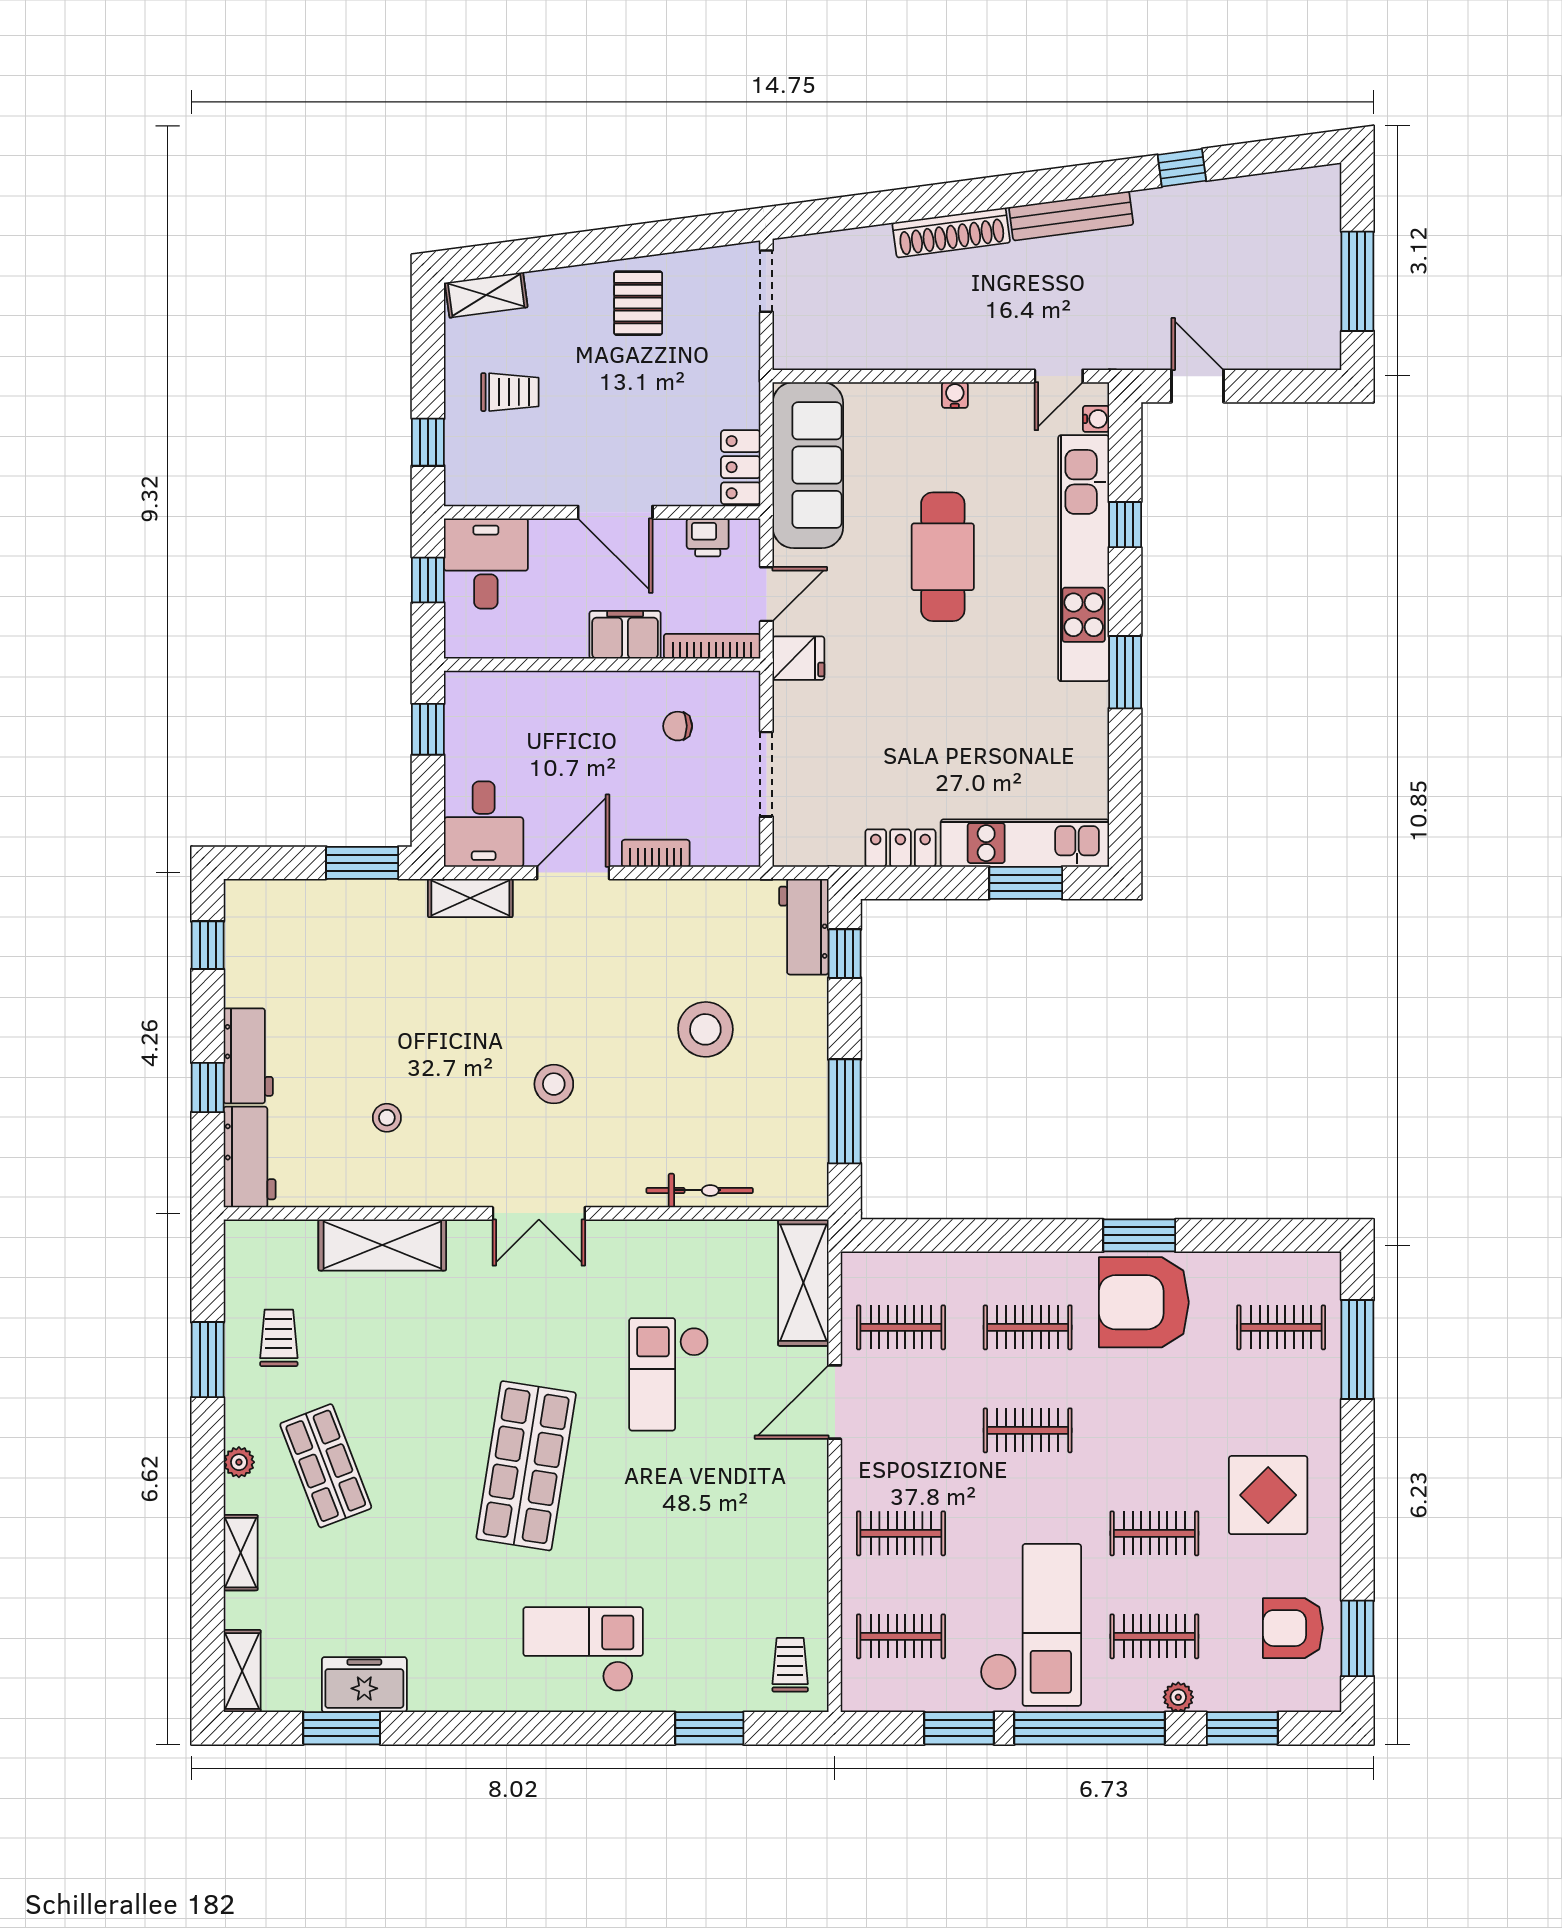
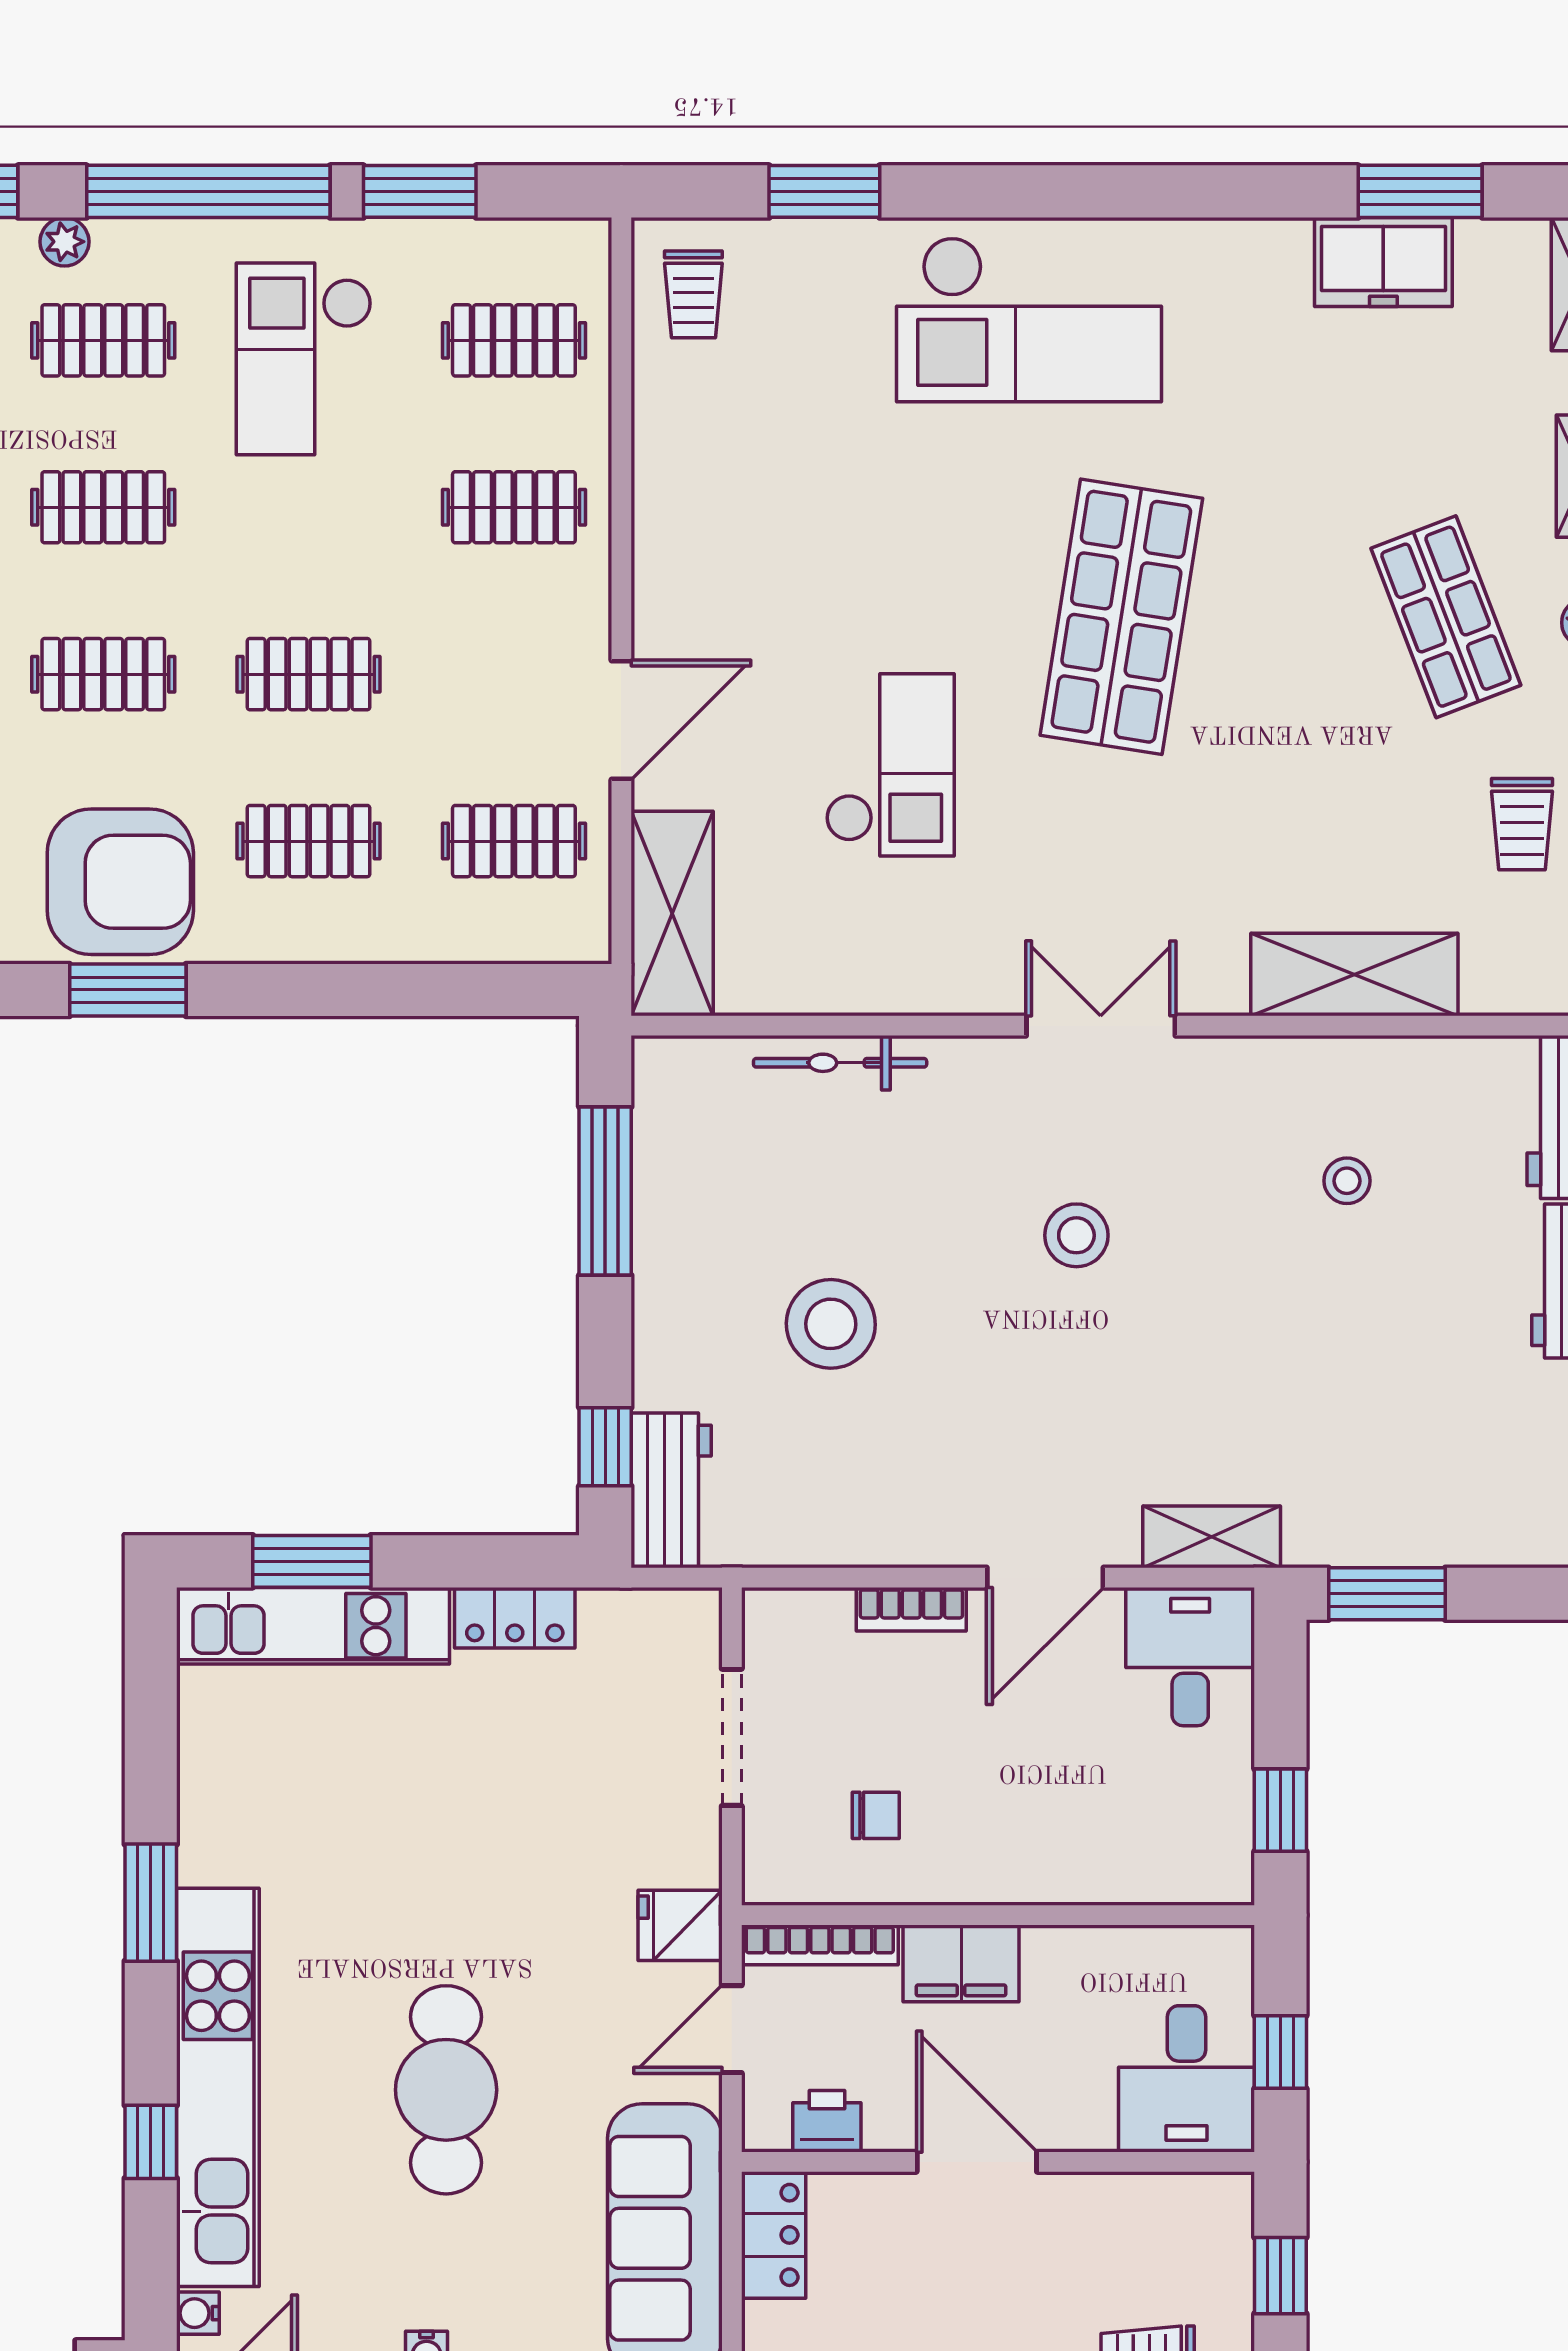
clothes rail: (1154, 1430) -> (103, 674), added
checkout: (1031, 1625) -> (304, 359), width x0.73, depth x0.83
checkout: (583, 1649) -> (1029, 319), width x1.36, depth x1.21

